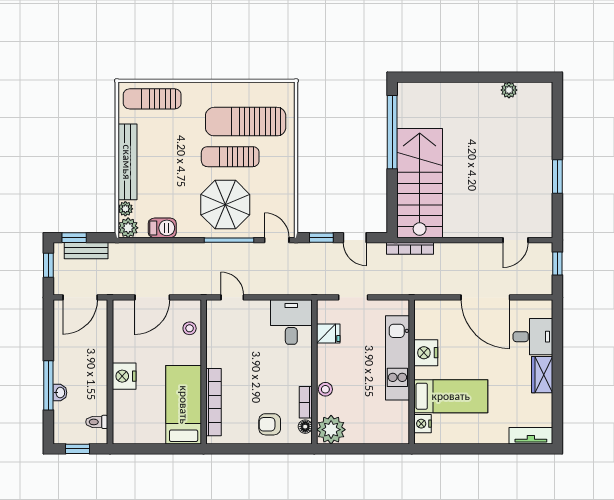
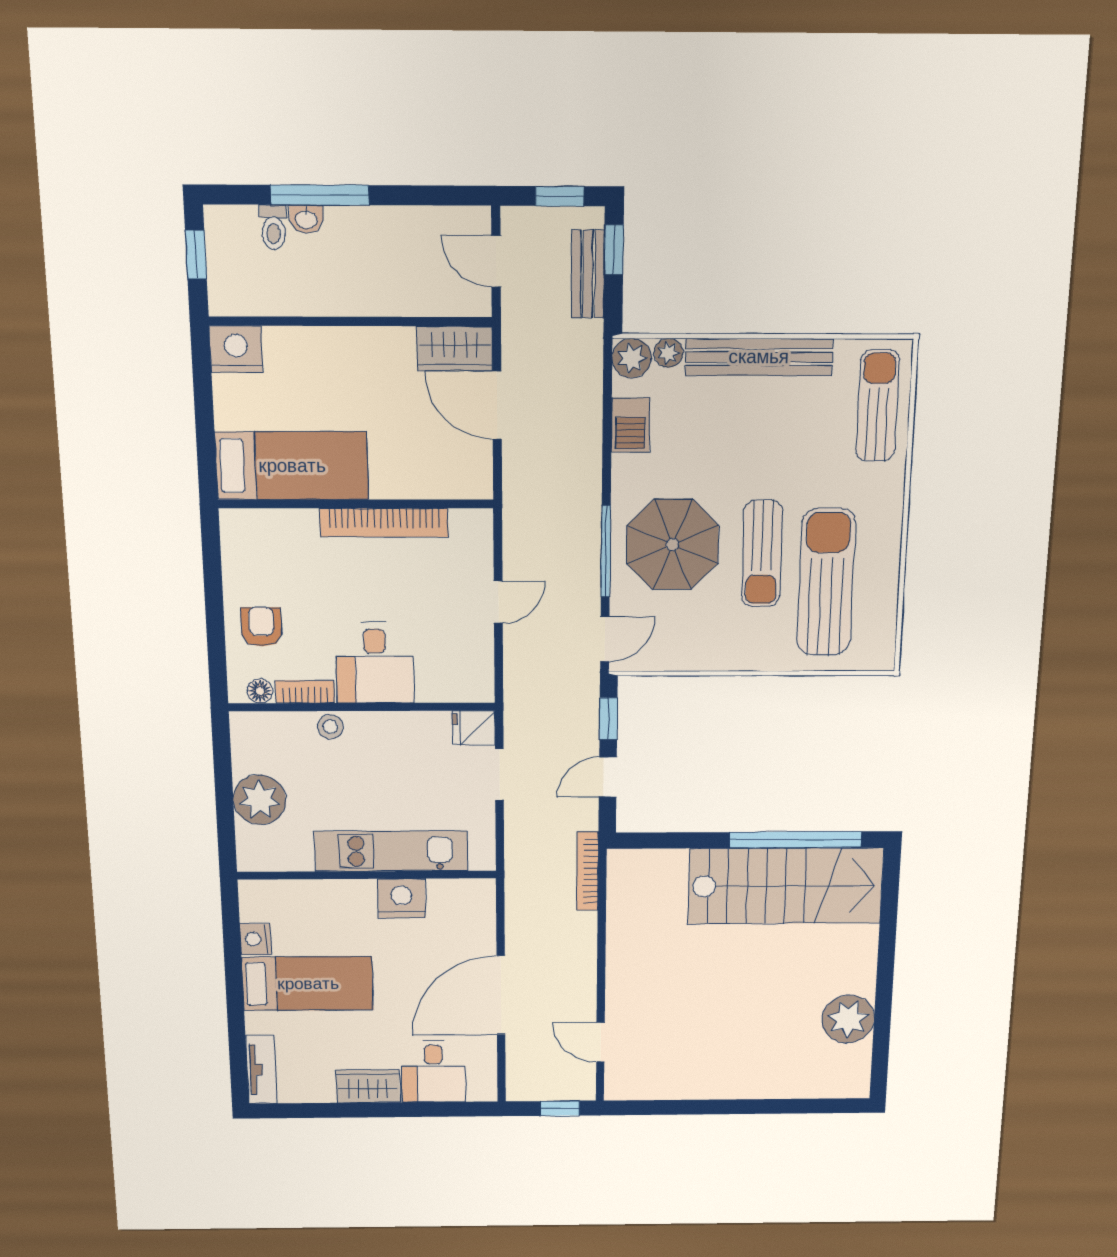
plant: (509, 90) -> (848, 1019), width x1.88, depth x1.88
sun lounger: (230, 157) -> (762, 554), turned 180
window: (557, 176) -> (708, 1107), removed
stairs: (420, 183) -> (786, 886), moved
door: (80, 297) -> (496, 261), width x0.73
door: (232, 297) -> (498, 602), moved
wardrobe: (123, 319) -> (455, 348), added
desk: (291, 322) -> (375, 663), moved, turned 90
stool: (190, 328) -> (439, 477), removed
fridge: (328, 334) -> (474, 728), moved, turned 90
nightstand: (124, 376) -> (236, 349), moved
bed: (451, 396) -> (308, 984), moved, turned -90
bookcase: (214, 402) -> (384, 523), moved
toilet: (97, 422) -> (273, 227), moved, turned 180
nightstand: (423, 424) -> (256, 939), moved, turned -90
plant: (331, 430) -> (260, 800), moved

